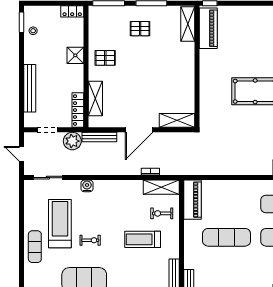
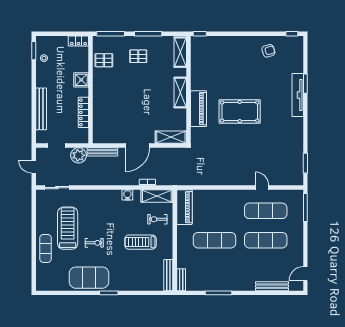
piano: (208, 28) -> (198, 109), moved
pallet: (105, 58) -> (104, 60), moved
shelving: (95, 98) -> (180, 93), moved
locker: (78, 110) -> (83, 112), moved
water cooler: (87, 186) -> (127, 195), moved

